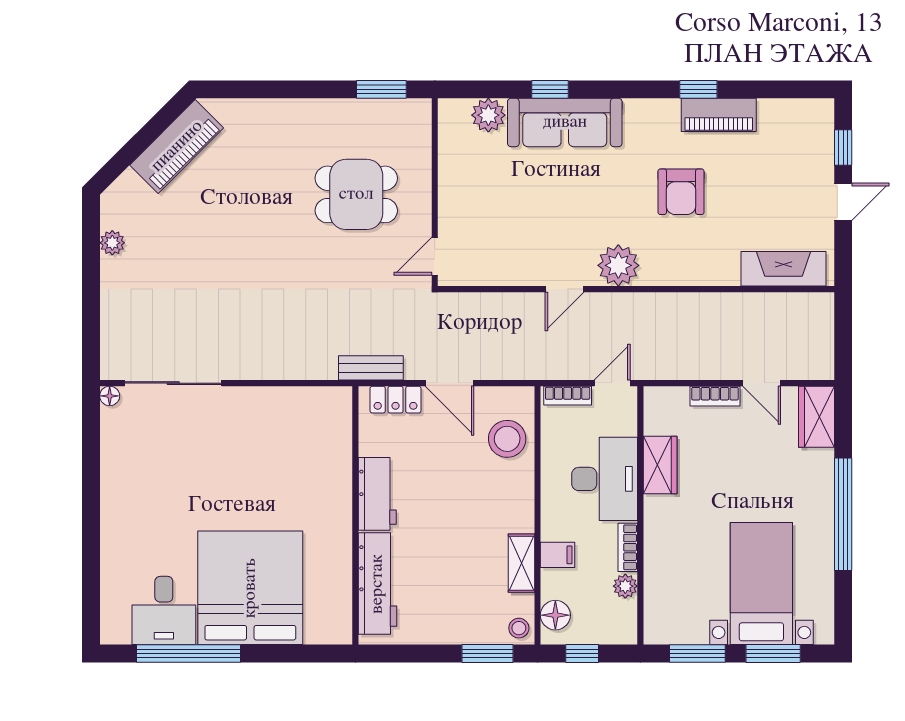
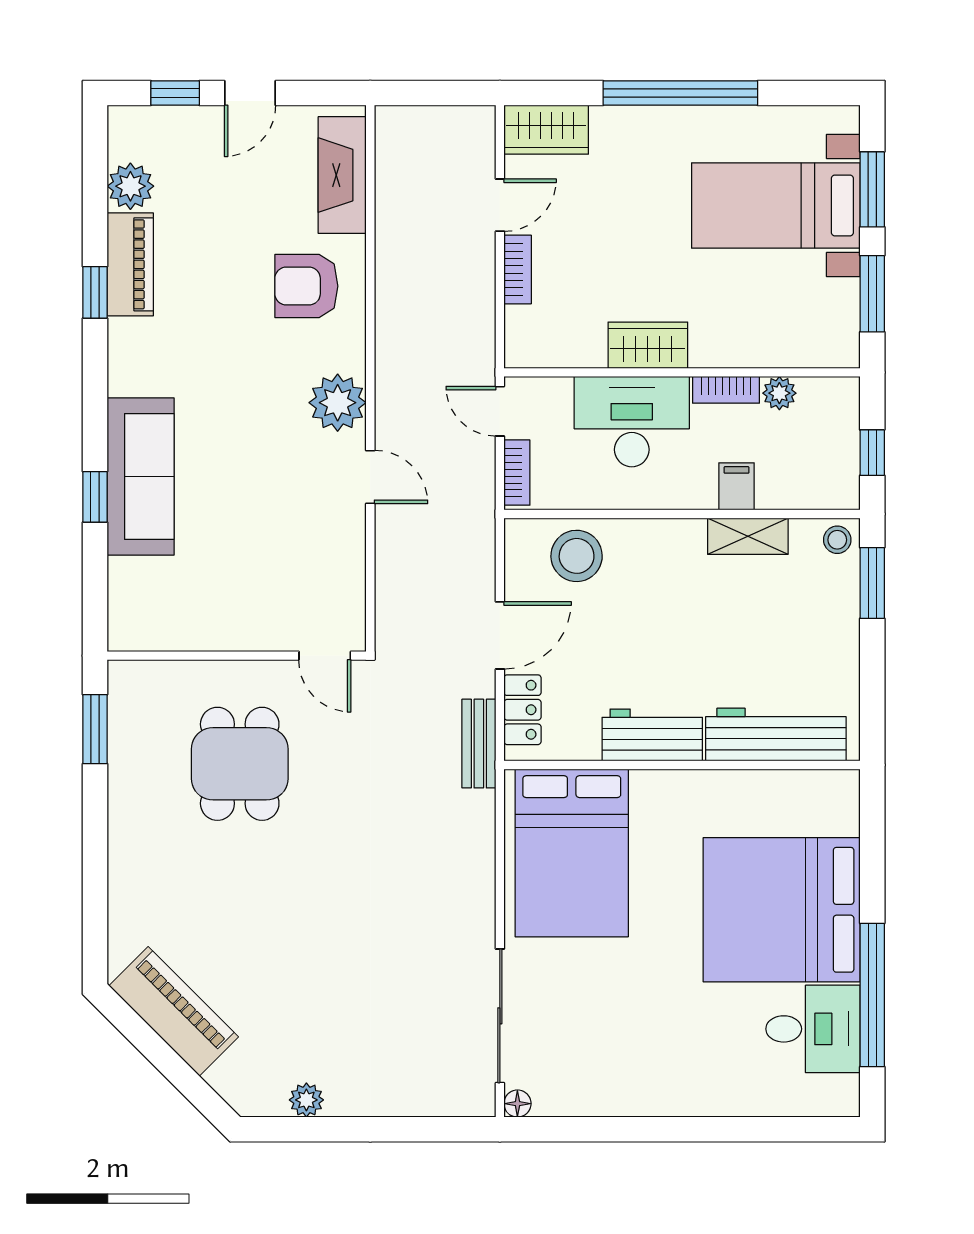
plant: (488, 115) -> (130, 186), moved
armchair: (681, 192) -> (306, 286), moved, turned 180
door: (843, 202) -> (250, 93), swing flipped
bed: (292, 435) -> (572, 853), added
wardrobe: (660, 465) -> (648, 345), moved
floor lamp: (555, 615) -> (819, 489), removed

